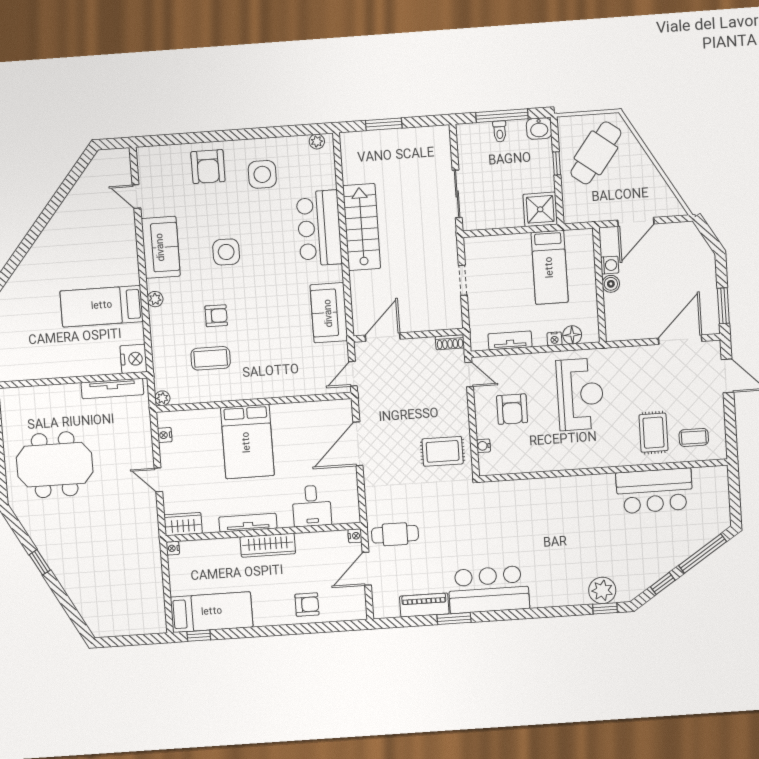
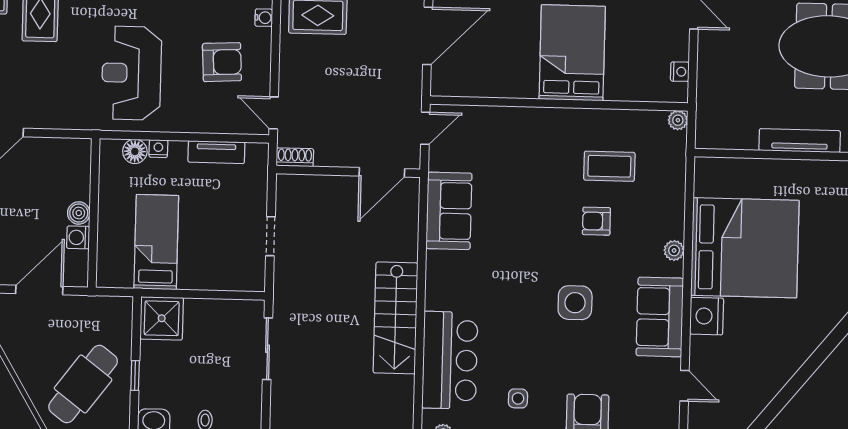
side table: (262, 174) -> (518, 398), width x0.54, depth x0.54
bar counter: (319, 228) -> (450, 360), moved
bed: (102, 306) -> (745, 248), width x2.04
nightstand: (133, 359) -> (707, 316), moved
tv unit: (112, 389) -> (800, 141), moved
armchair: (512, 409) -> (222, 62), turned 87

